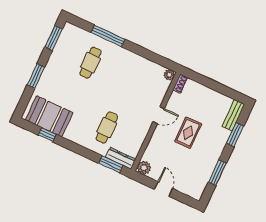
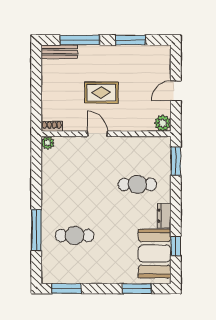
window: (36, 76) -> (137, 289), moved
window: (235, 135) -> (80, 40), width x1.44
dresser: (120, 158) -> (164, 216), moved, width x0.70

